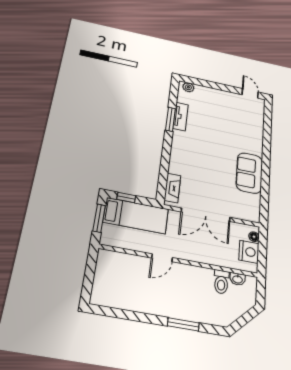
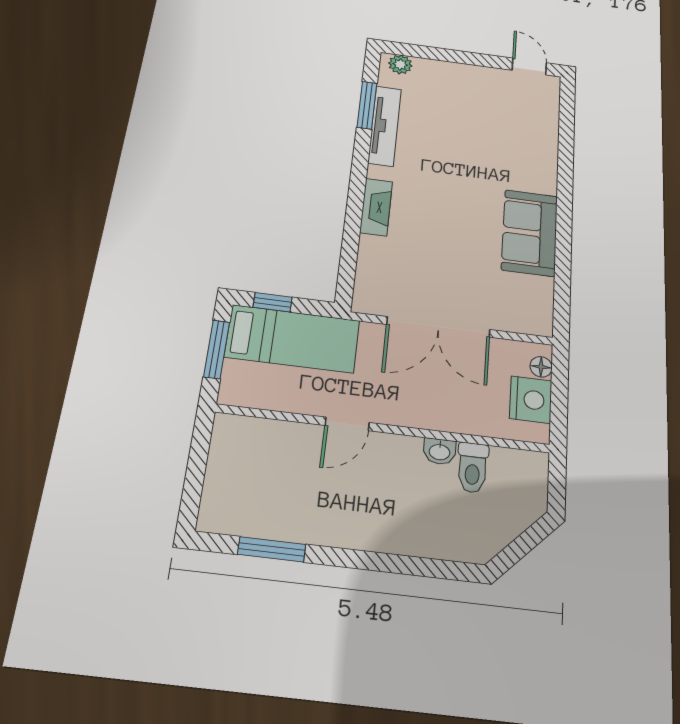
tv unit: (181, 116) -> (385, 126), width x1.41
window: (170, 119) -> (367, 105), moved
fireplace: (172, 188) -> (376, 207), moved
washbasin: (237, 279) -> (440, 451), moved
window: (183, 324) -> (272, 549), moved

